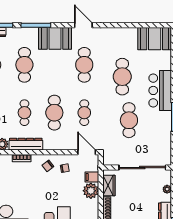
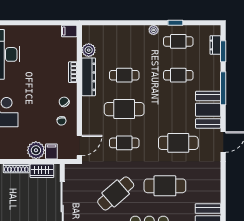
cafe table: (24, 65) -> (178, 75), width x0.73, depth x0.74
cafe table: (129, 120) -> (116, 193), turned -41

